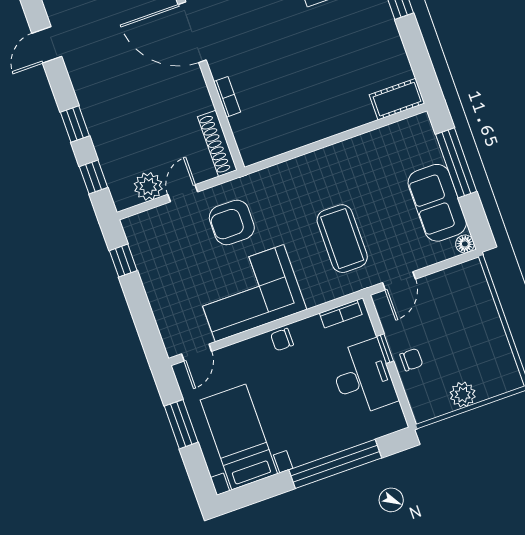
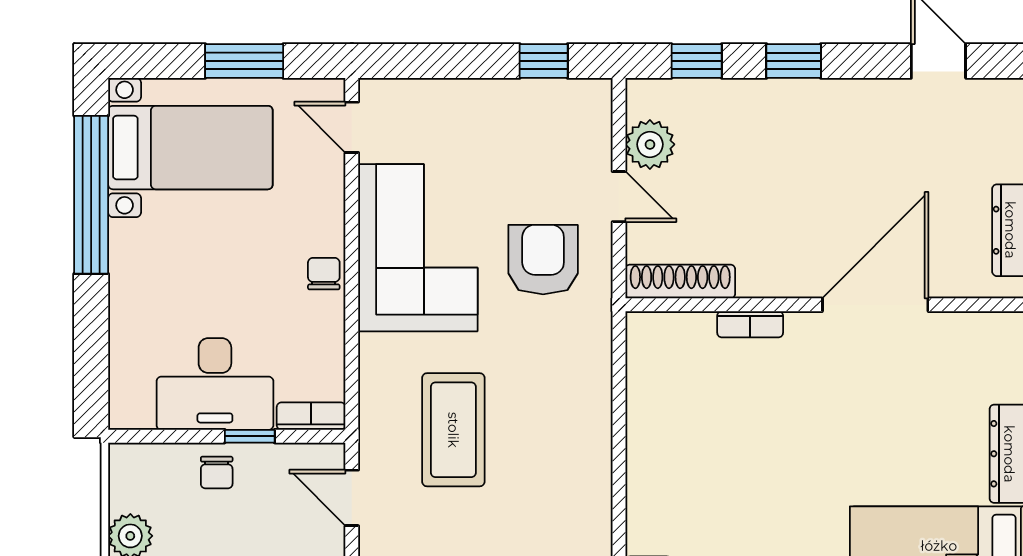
coffee table: (342, 239) -> (453, 430), turned 90
bookcase: (341, 314) -> (311, 416), moved, turned 90
window: (335, 464) -> (91, 195), moved

